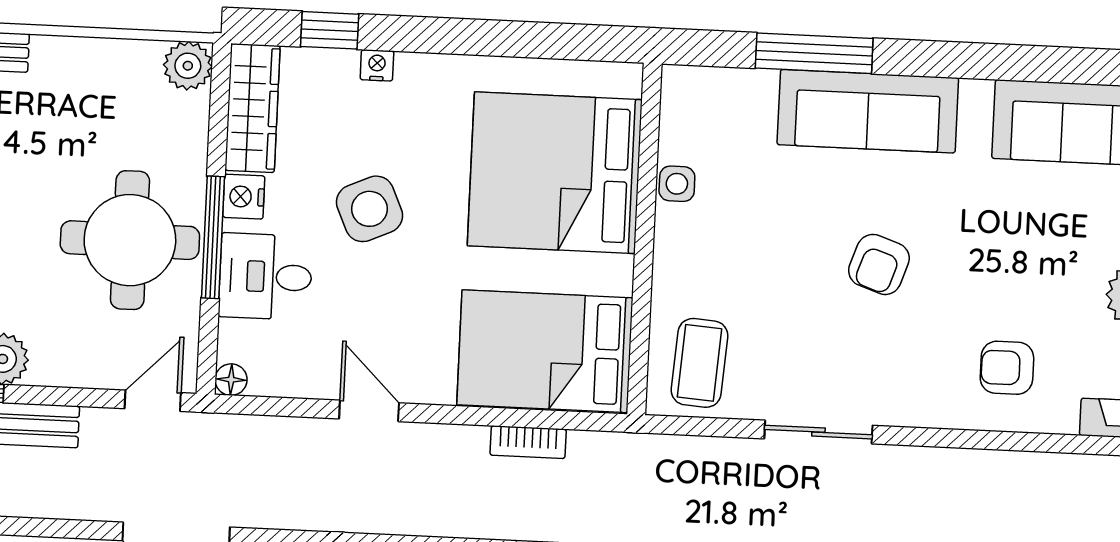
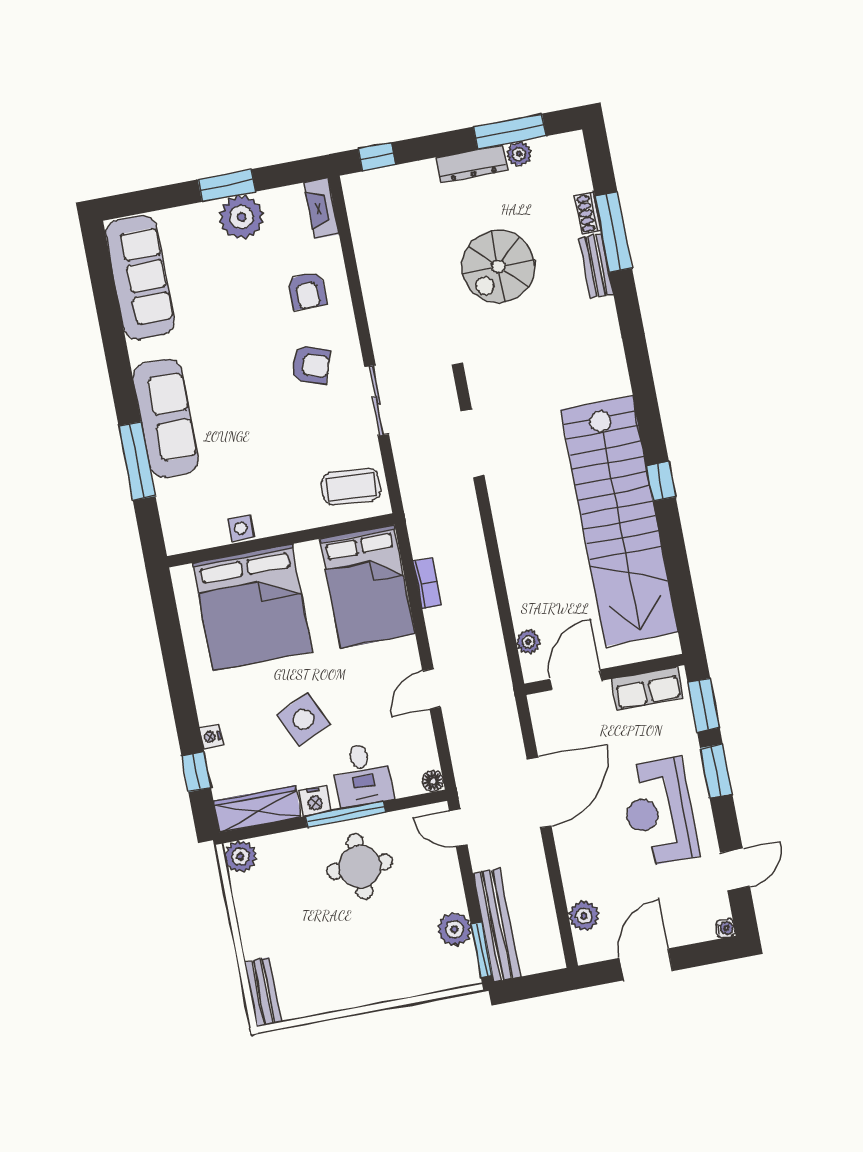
round table: (130, 240) -> (360, 867), width x0.73, depth x0.73
armchair: (879, 264) -> (311, 365), moved

